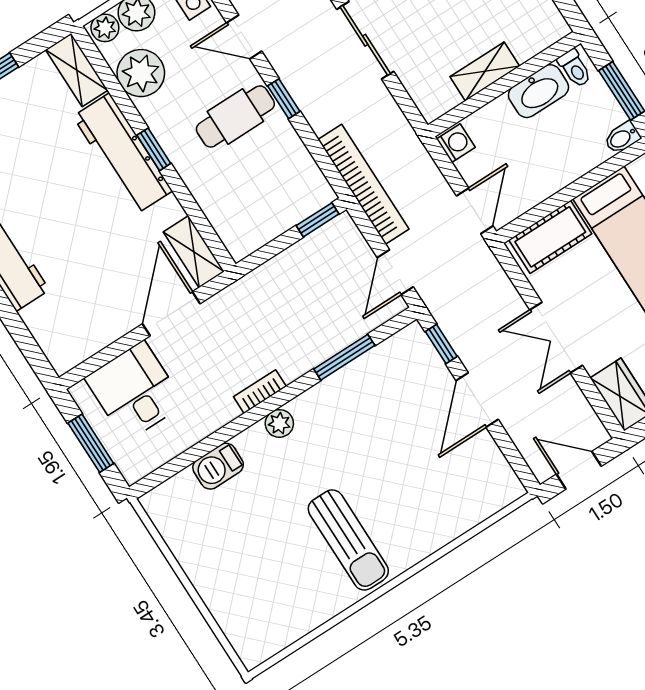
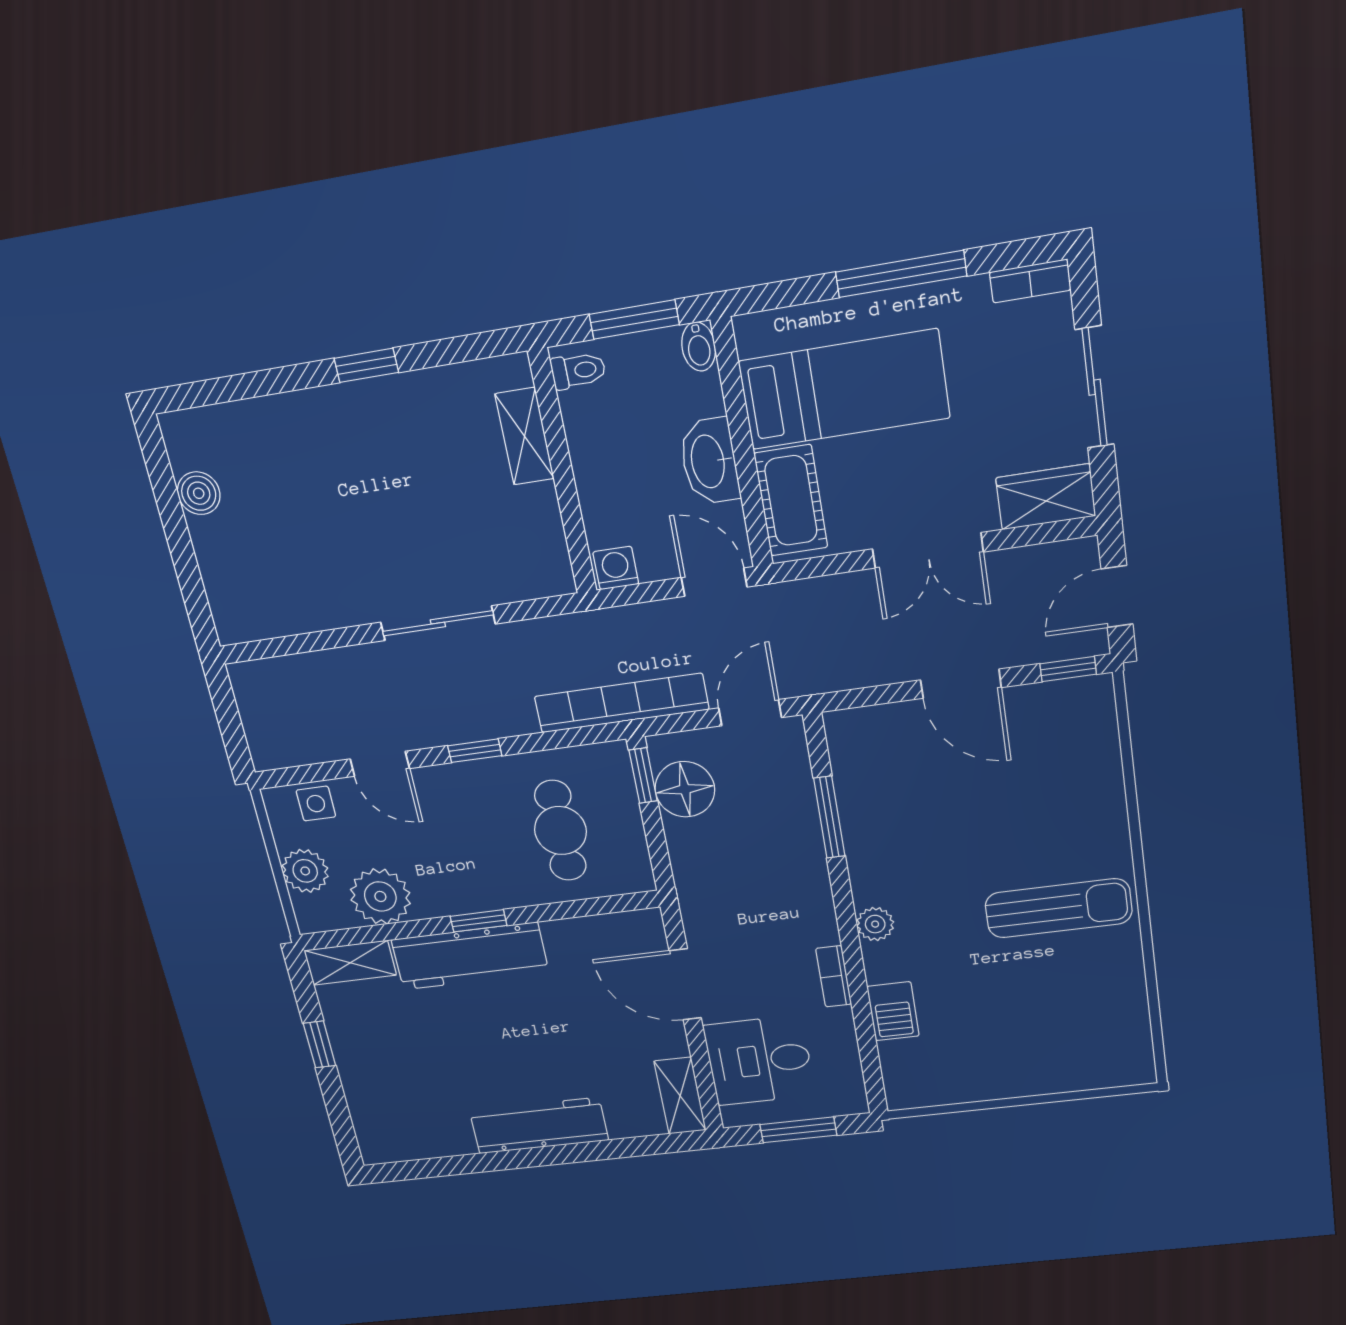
plant: (105, 28) -> (311, 912), removed
door: (244, 37) -> (380, 764), hinge flipped
shelving: (485, 71) -> (525, 436), moved
washbasin: (538, 91) -> (709, 461), moved, turned 180
cafe table: (235, 116) -> (560, 831), moved
shelving: (194, 252) -> (680, 1096), moved, turned 90
floor lamp: (320, 252) -> (685, 789), added
door: (395, 272) -> (750, 713), swing flipped
window: (441, 344) -> (1068, 669), moved
bookcase: (260, 392) -> (834, 976), moved

